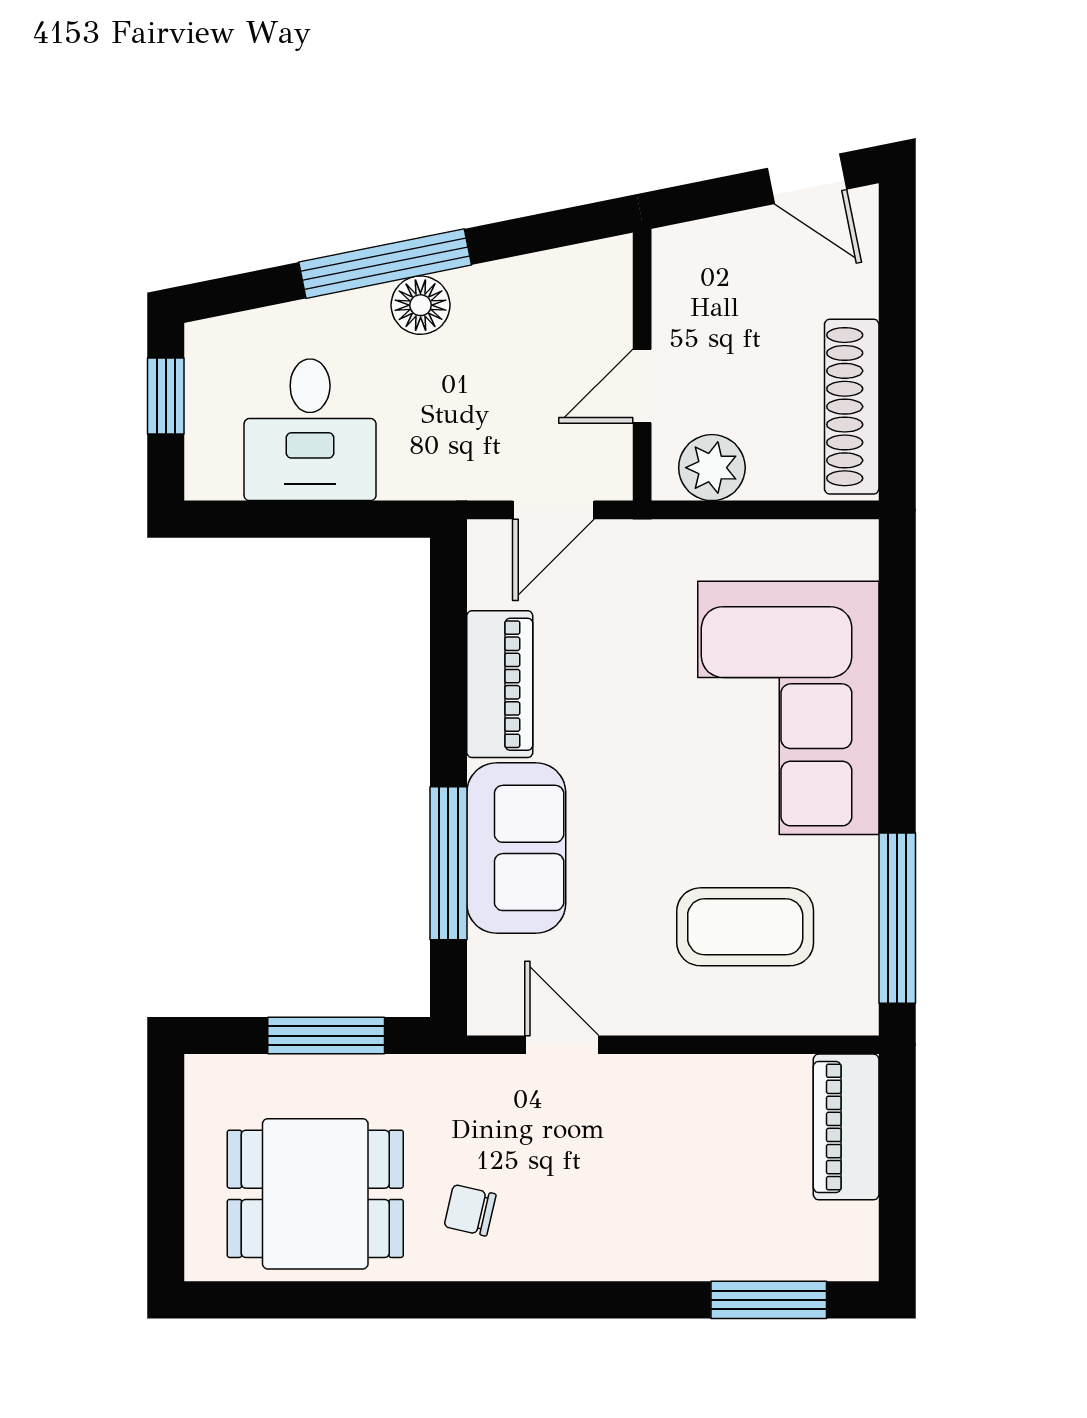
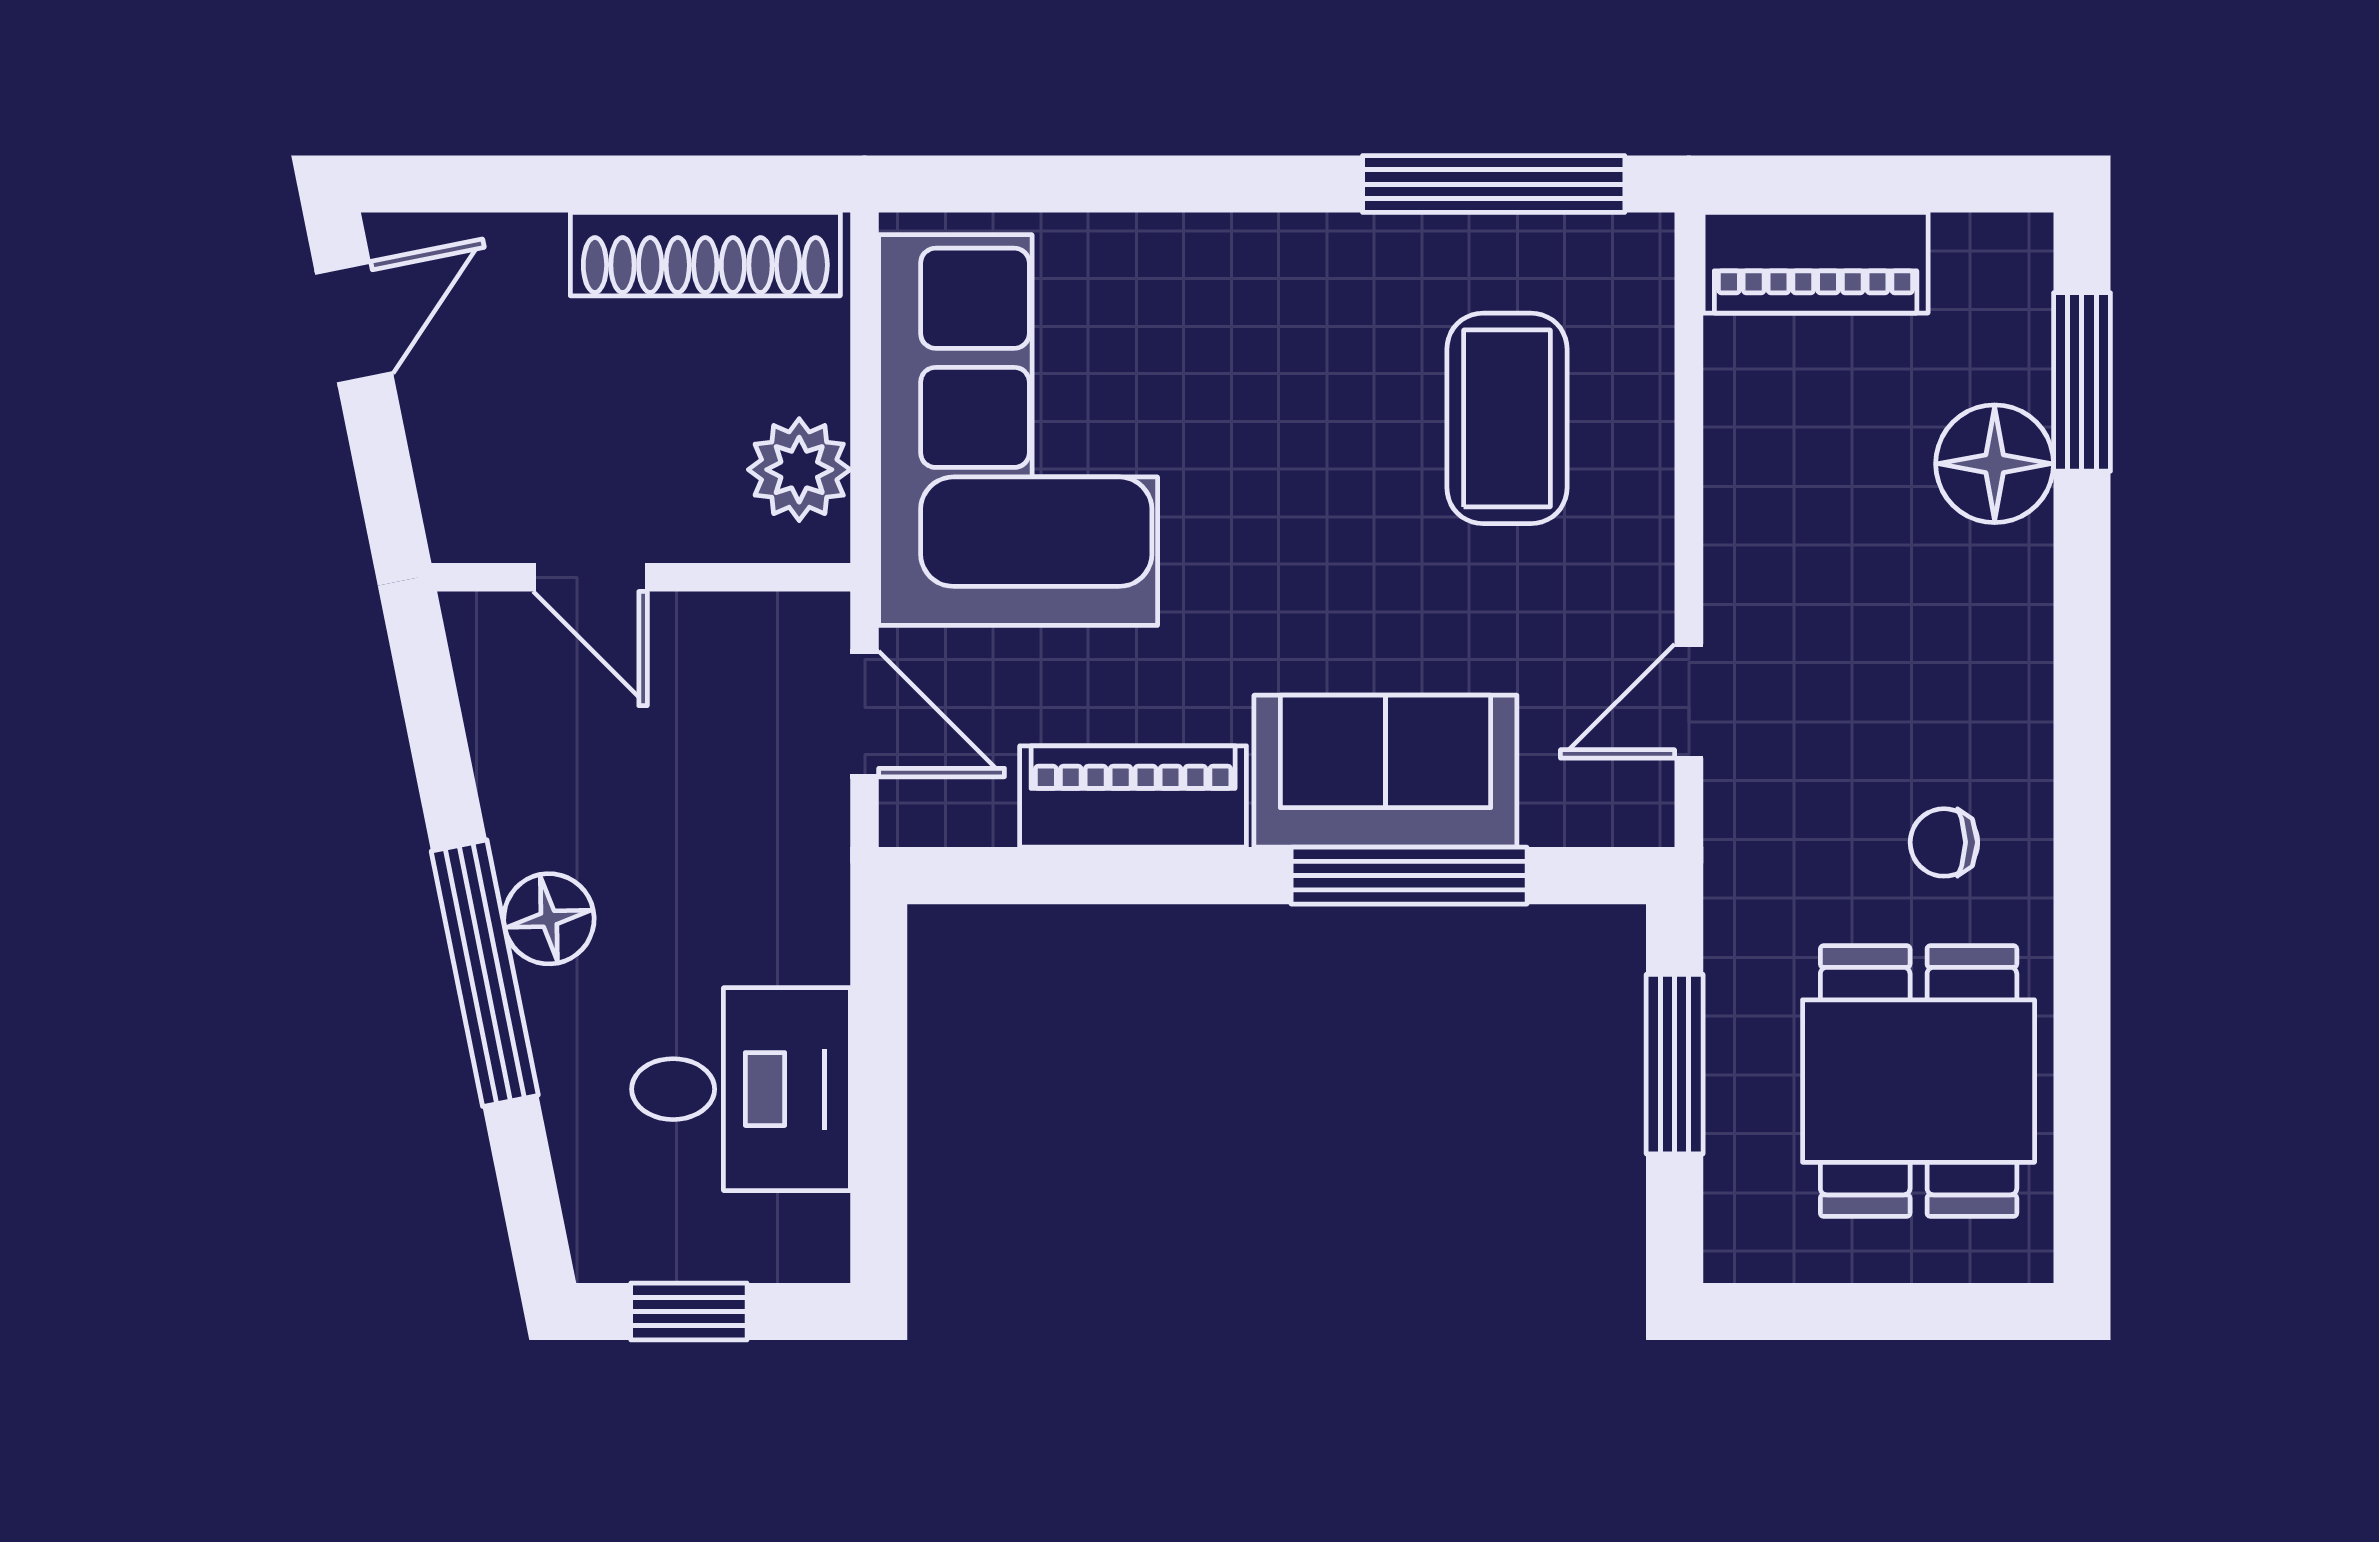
door: (642, 386) -> (590, 577), moved
corner sofa: (788, 708) -> (1018, 430), moved, turned -90
chair: (470, 1210) -> (1944, 842), turned 77
floor lamp: (716, 1243) -> (1995, 464), added

